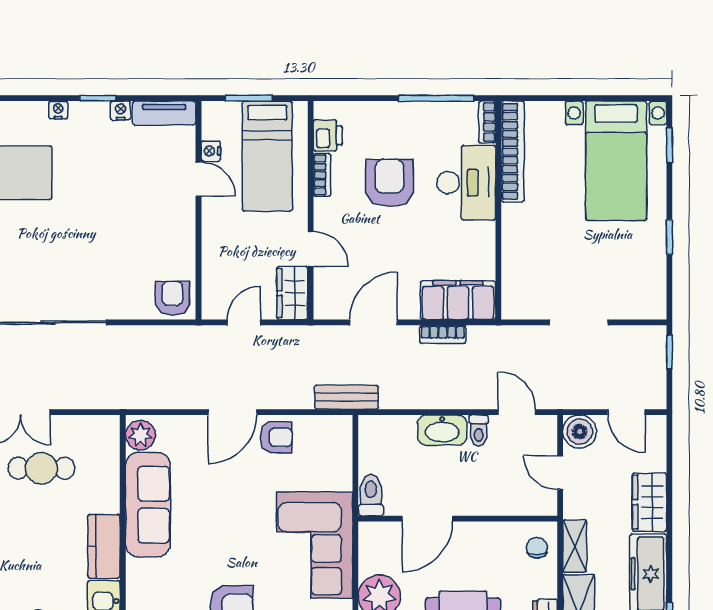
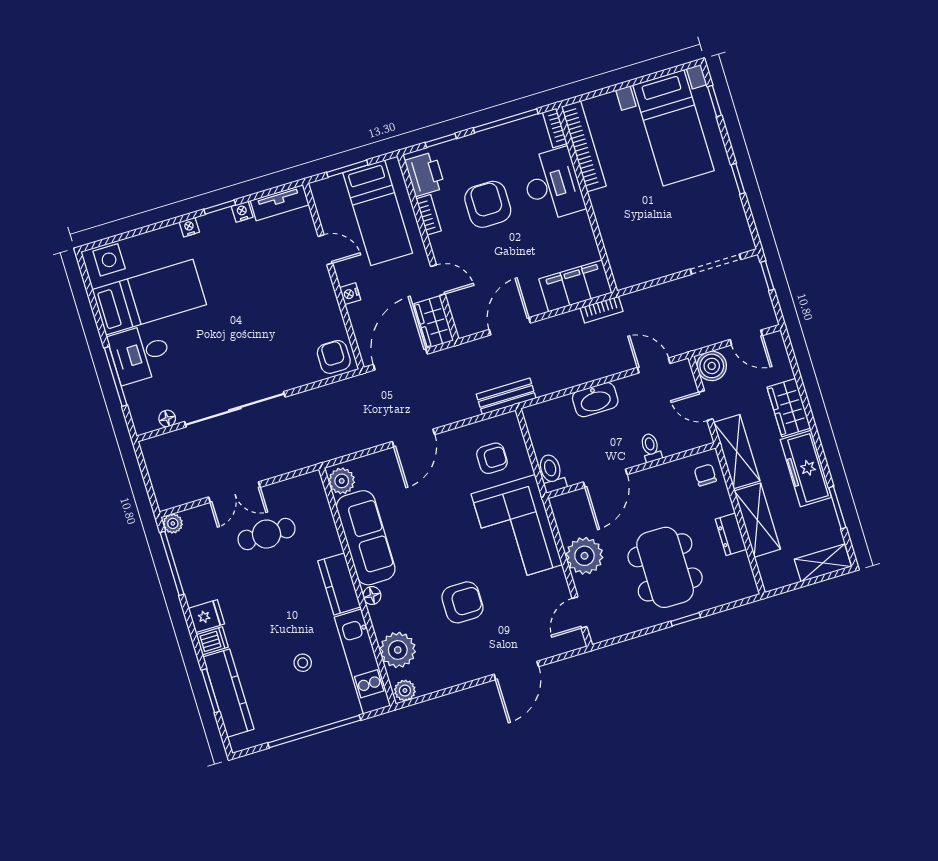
window: (359, 98) -> (441, 140), added
printer: (328, 135) -> (425, 174), width x1.36, depth x1.24
nightstand: (211, 151) -> (350, 294), moved
door: (244, 322) -> (400, 359), width x1.87
doorway: (579, 322) -> (715, 264), moved
bookcase: (443, 334) -> (602, 310), moved
toilet: (479, 431) -> (651, 448), moved, turned 180
armchair: (276, 437) -> (492, 458), moved
shelving: (575, 546) -> (737, 452), width x1.50, depth x1.33
floor lamp: (136, 569) -> (372, 596), added

